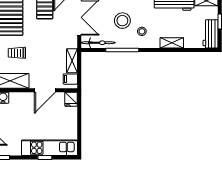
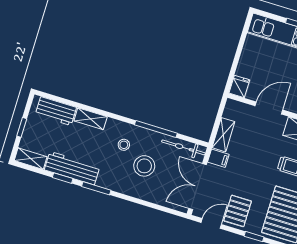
workbench: (211, 34) -> (56, 111), moved, turned 90
filing cabinet: (70, 79) -> (218, 158), moved

